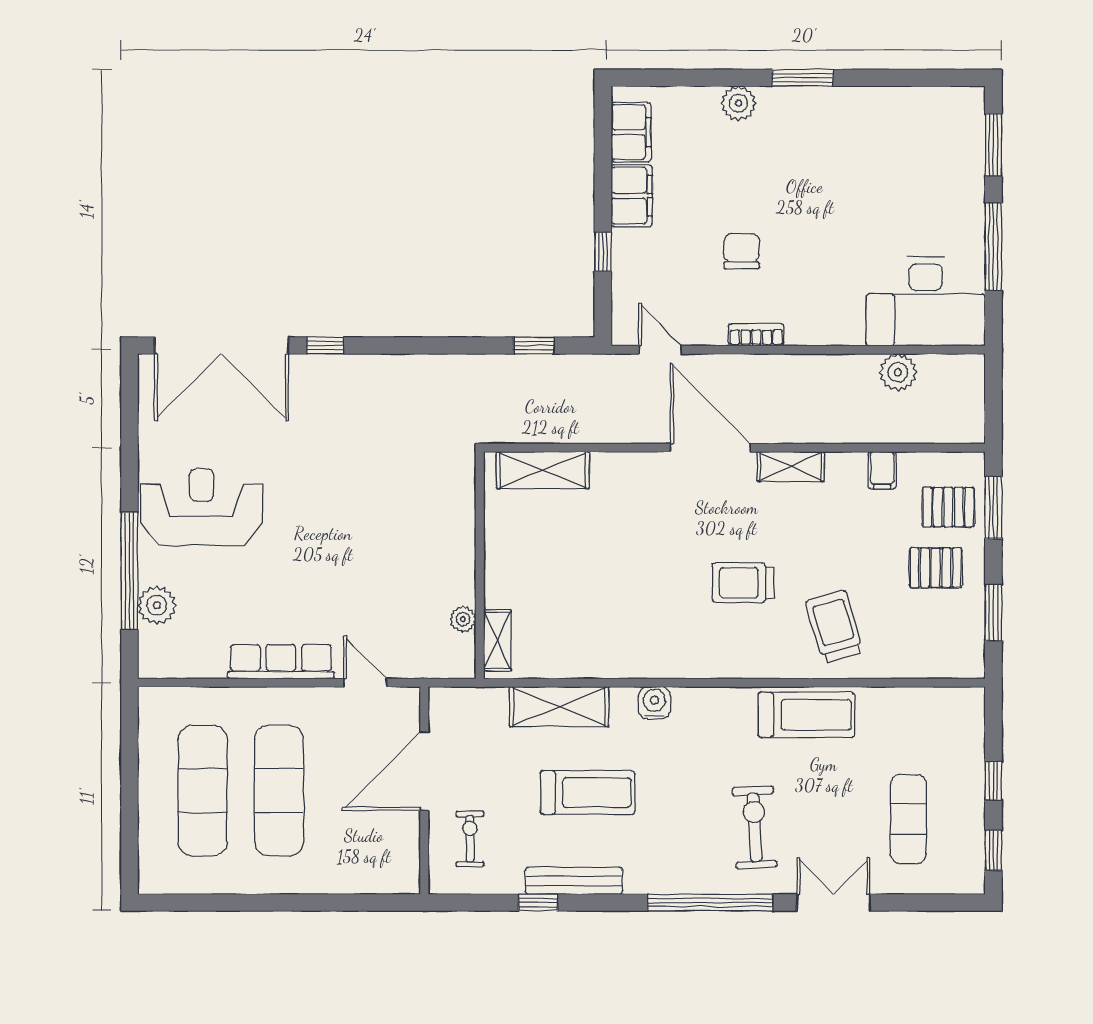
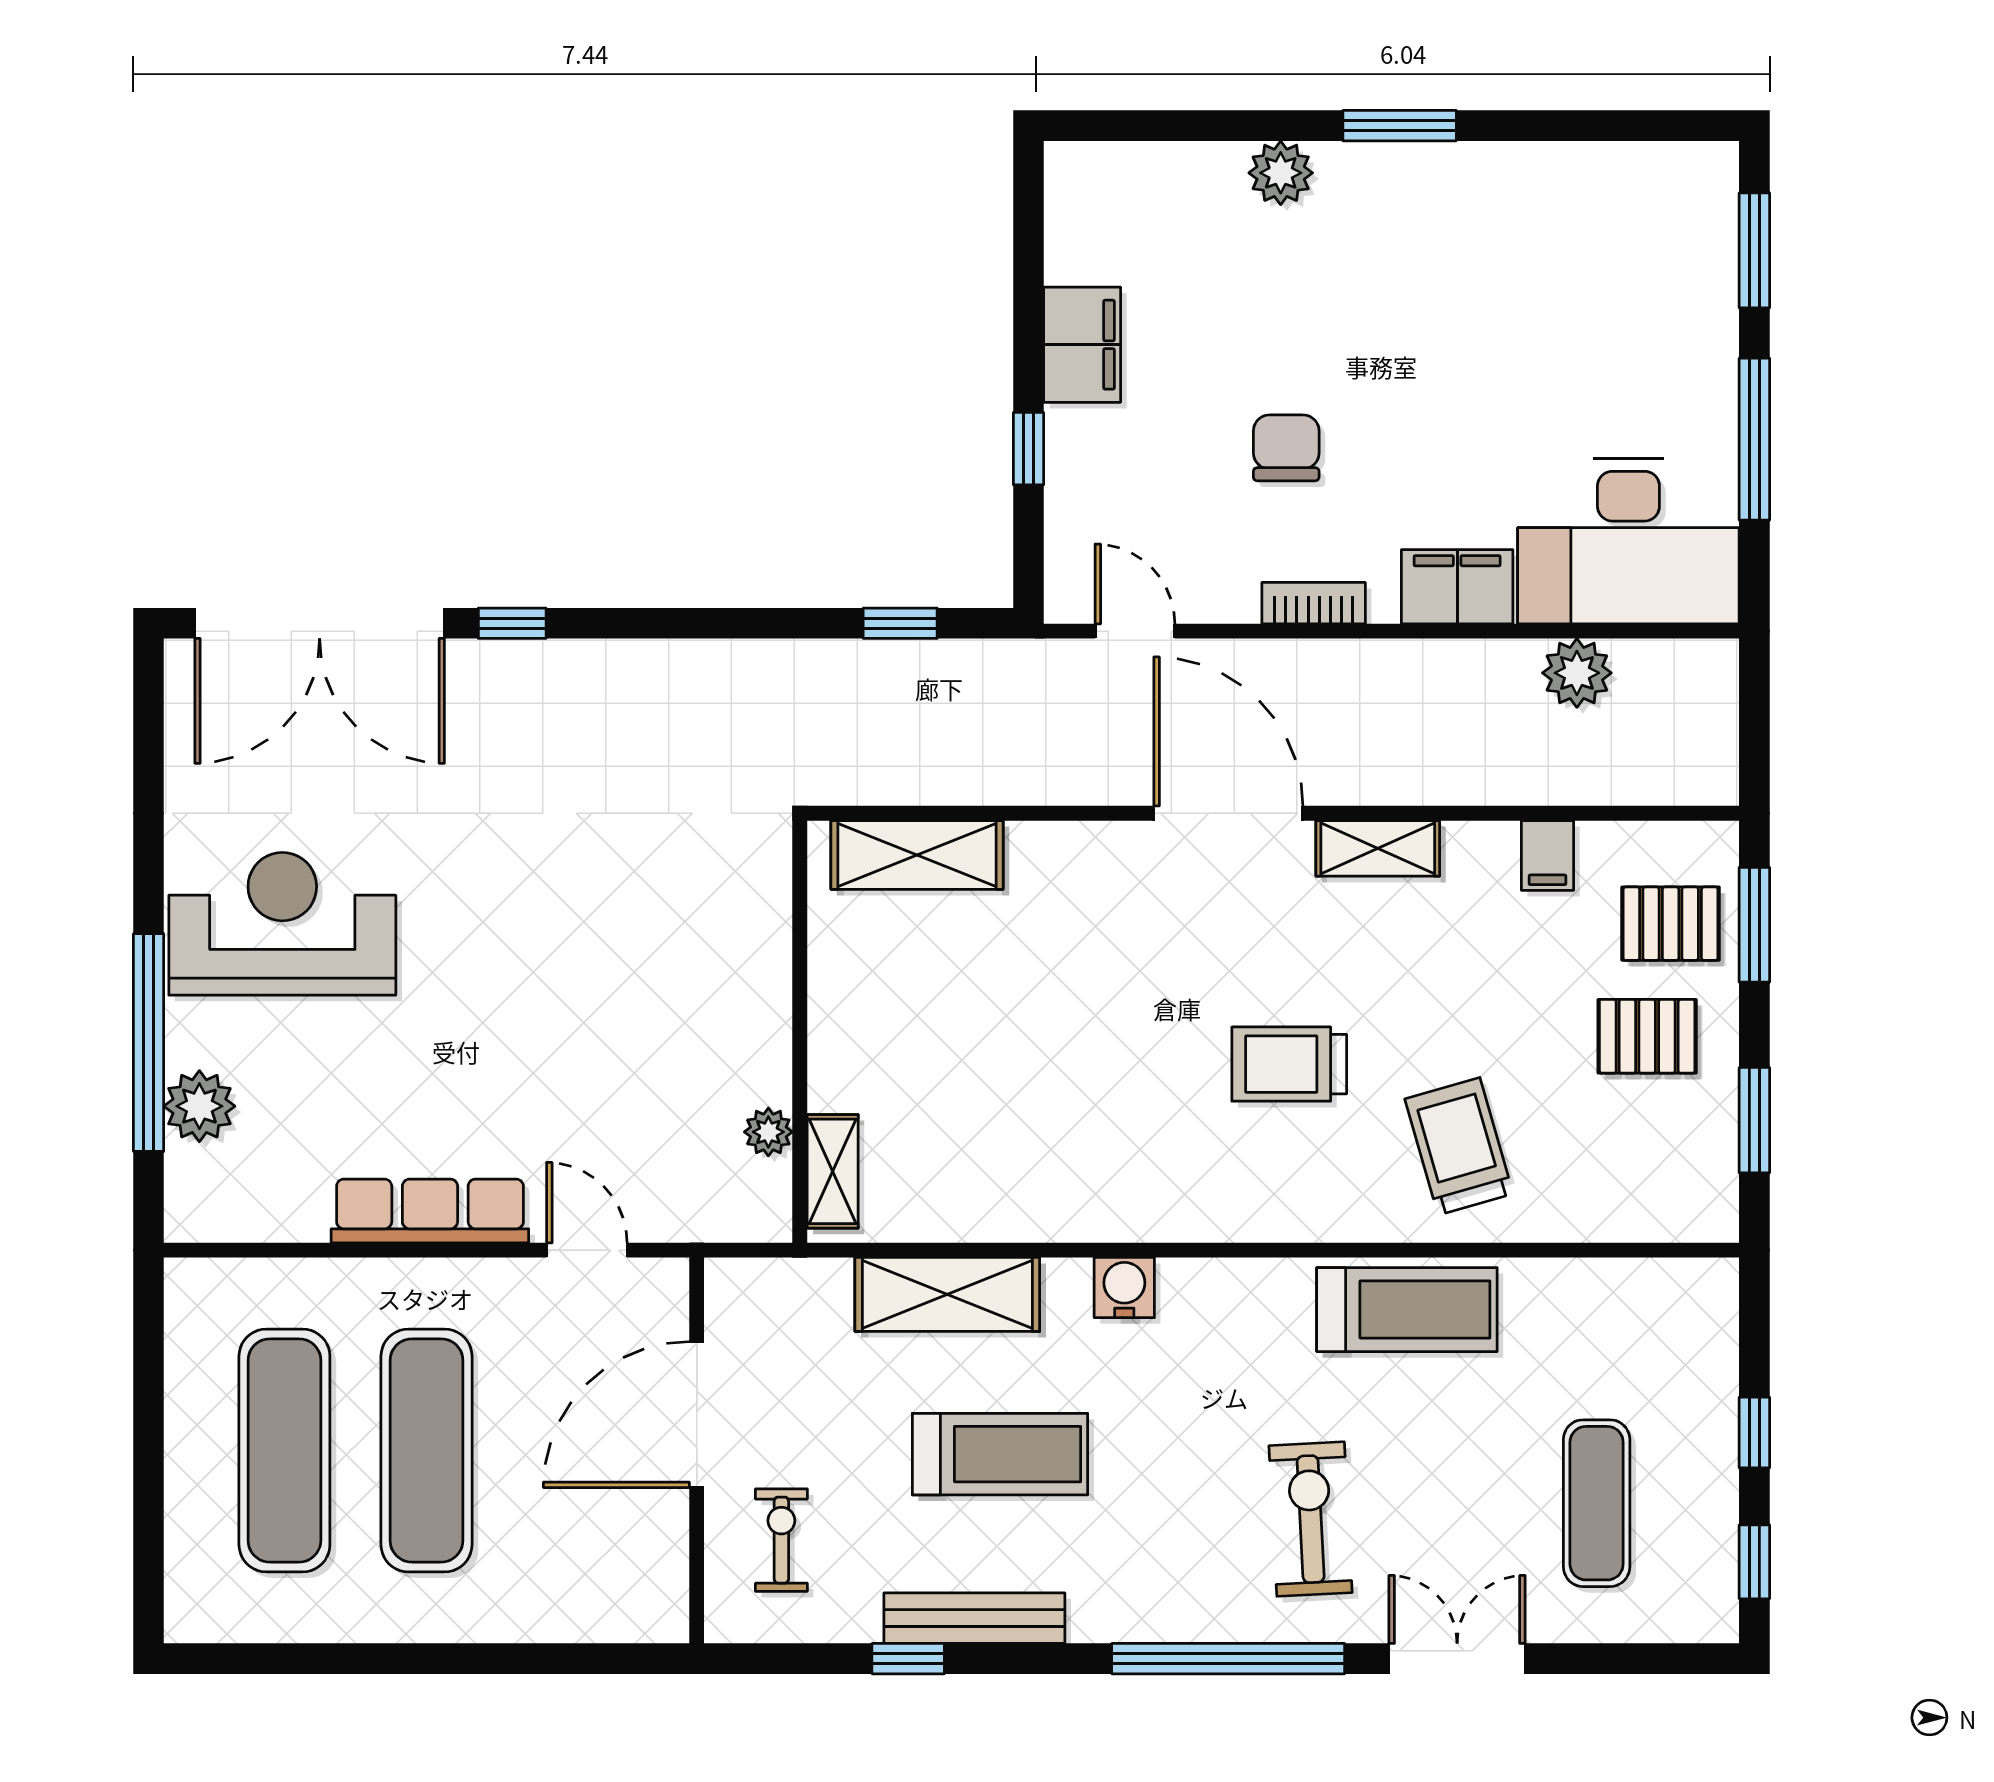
filing cabinet: (631, 132) -> (1457, 587), moved, turned -90

